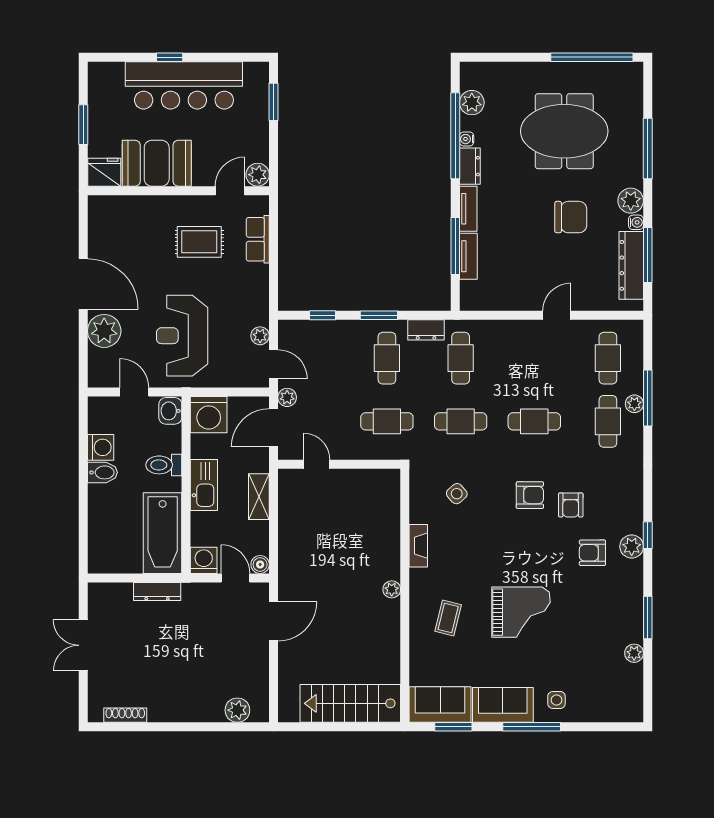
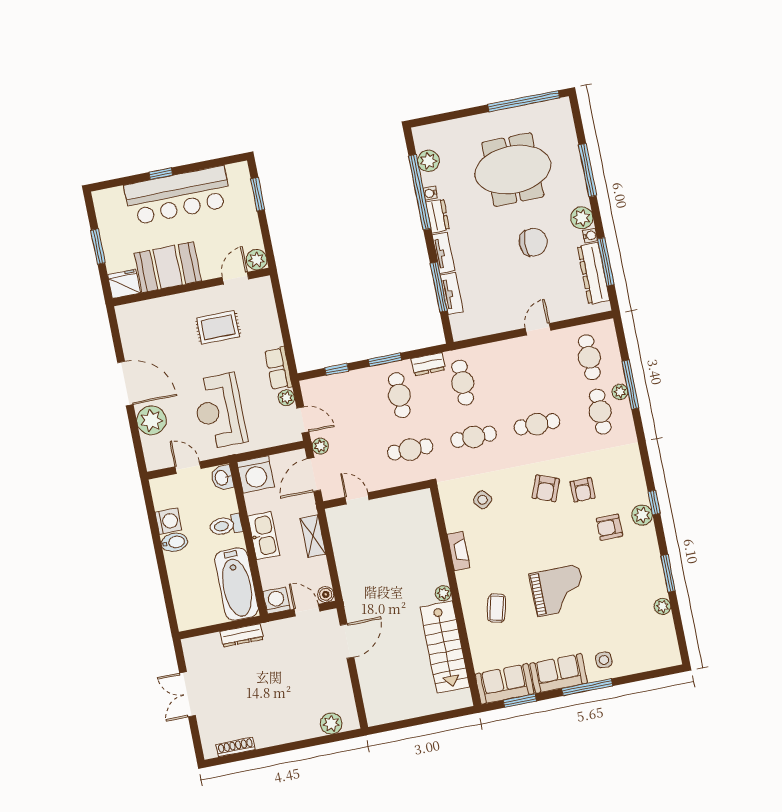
row of seats: (258, 239) -> (278, 368), moved
armchair: (530, 495) -> (546, 488), turned 111
stairs: (350, 703) -> (445, 647), moved, turned -90

